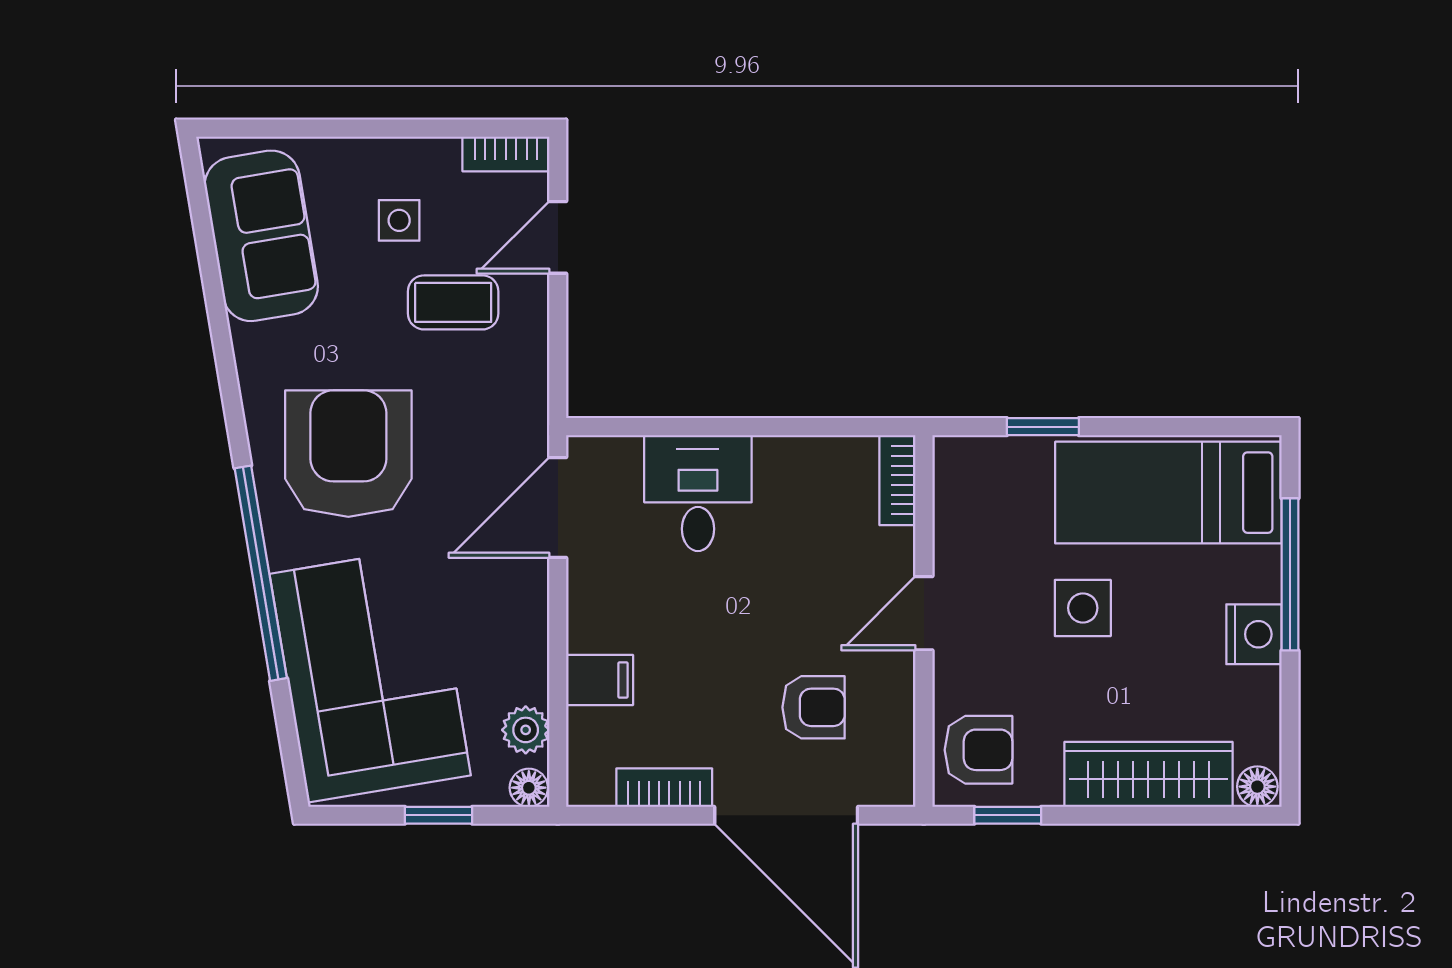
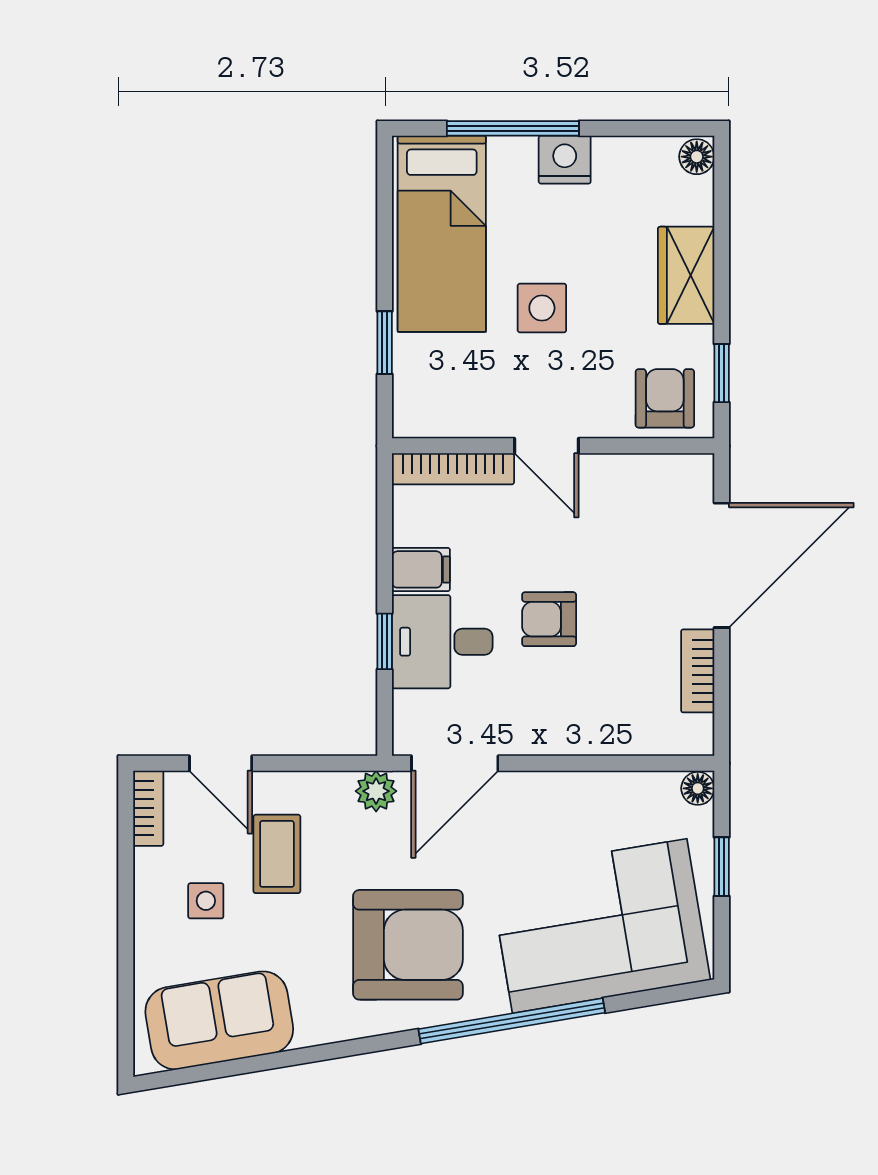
window: (698, 427) -> (385, 641), added
armchair: (348, 454) -> (408, 945), turned 180
bookcase: (897, 480) -> (453, 469), width x1.56
door: (558, 507) -> (455, 763), hinge flipped
filing cabinet: (600, 680) -> (421, 569), moved, turned 90
armchair: (814, 707) -> (549, 619), moved, turned -90
plant: (526, 730) -> (376, 791), moved
wardrobe: (1148, 774) -> (686, 275), width x0.67

